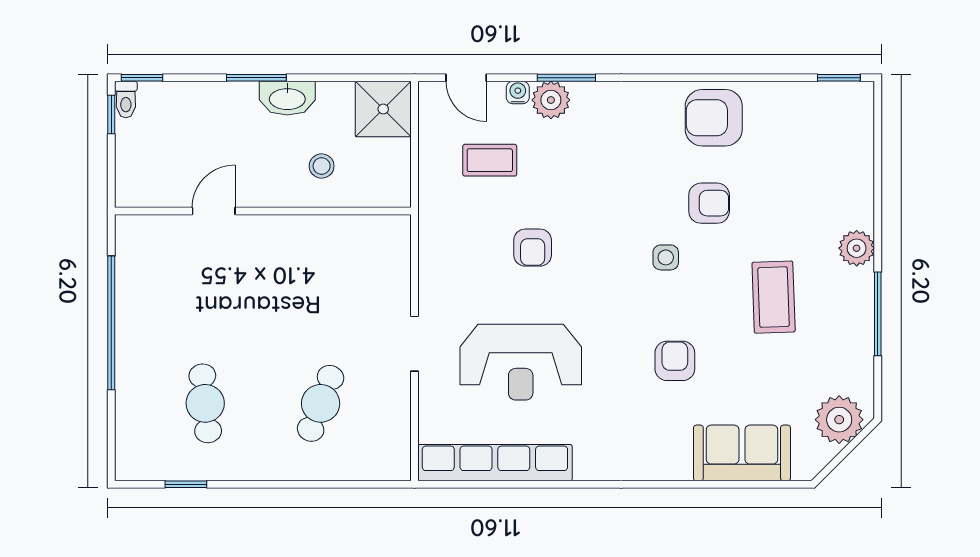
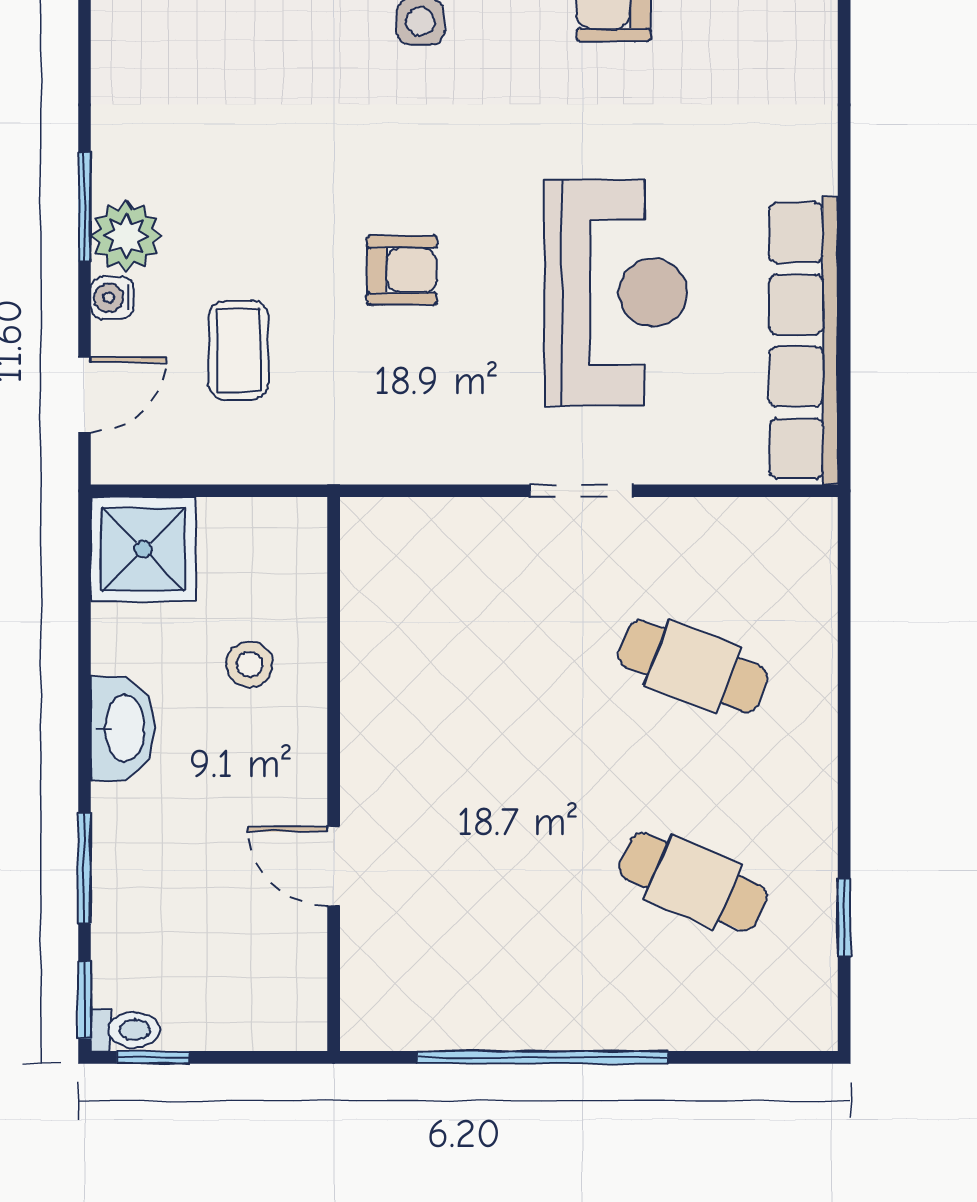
window: (256, 78) -> (85, 868), moved
cafe table: (205, 403) -> (693, 882), turned 30

